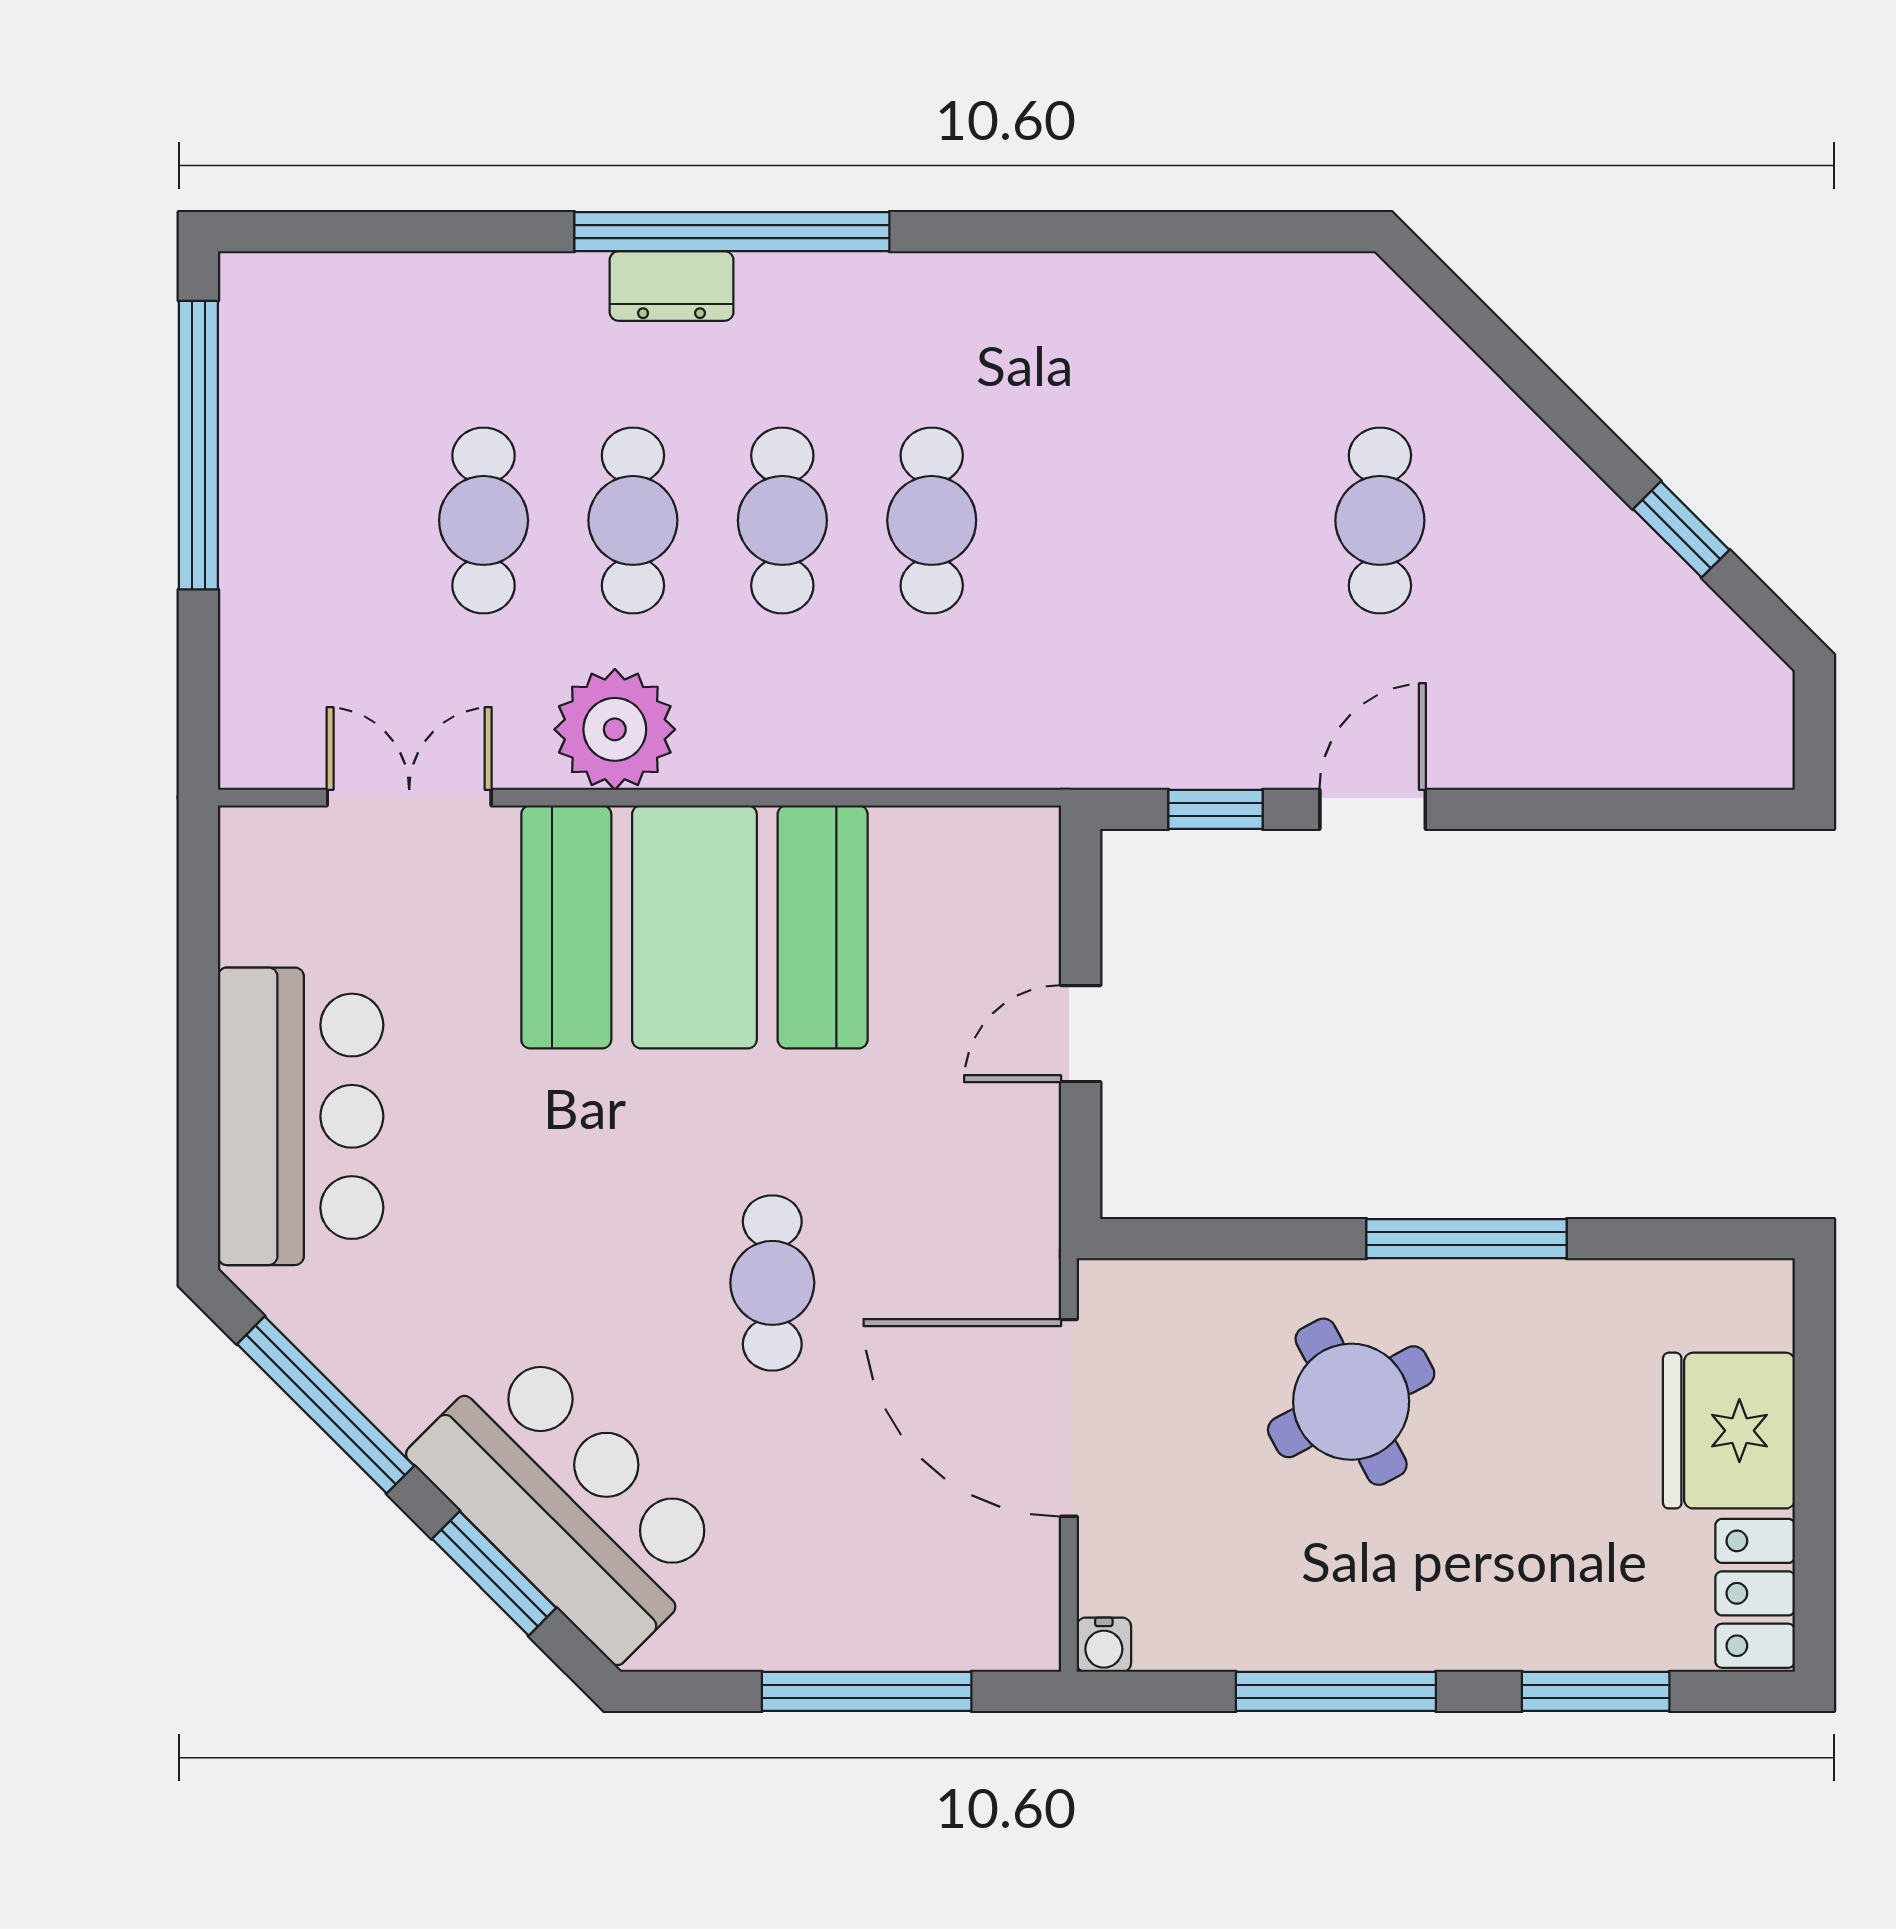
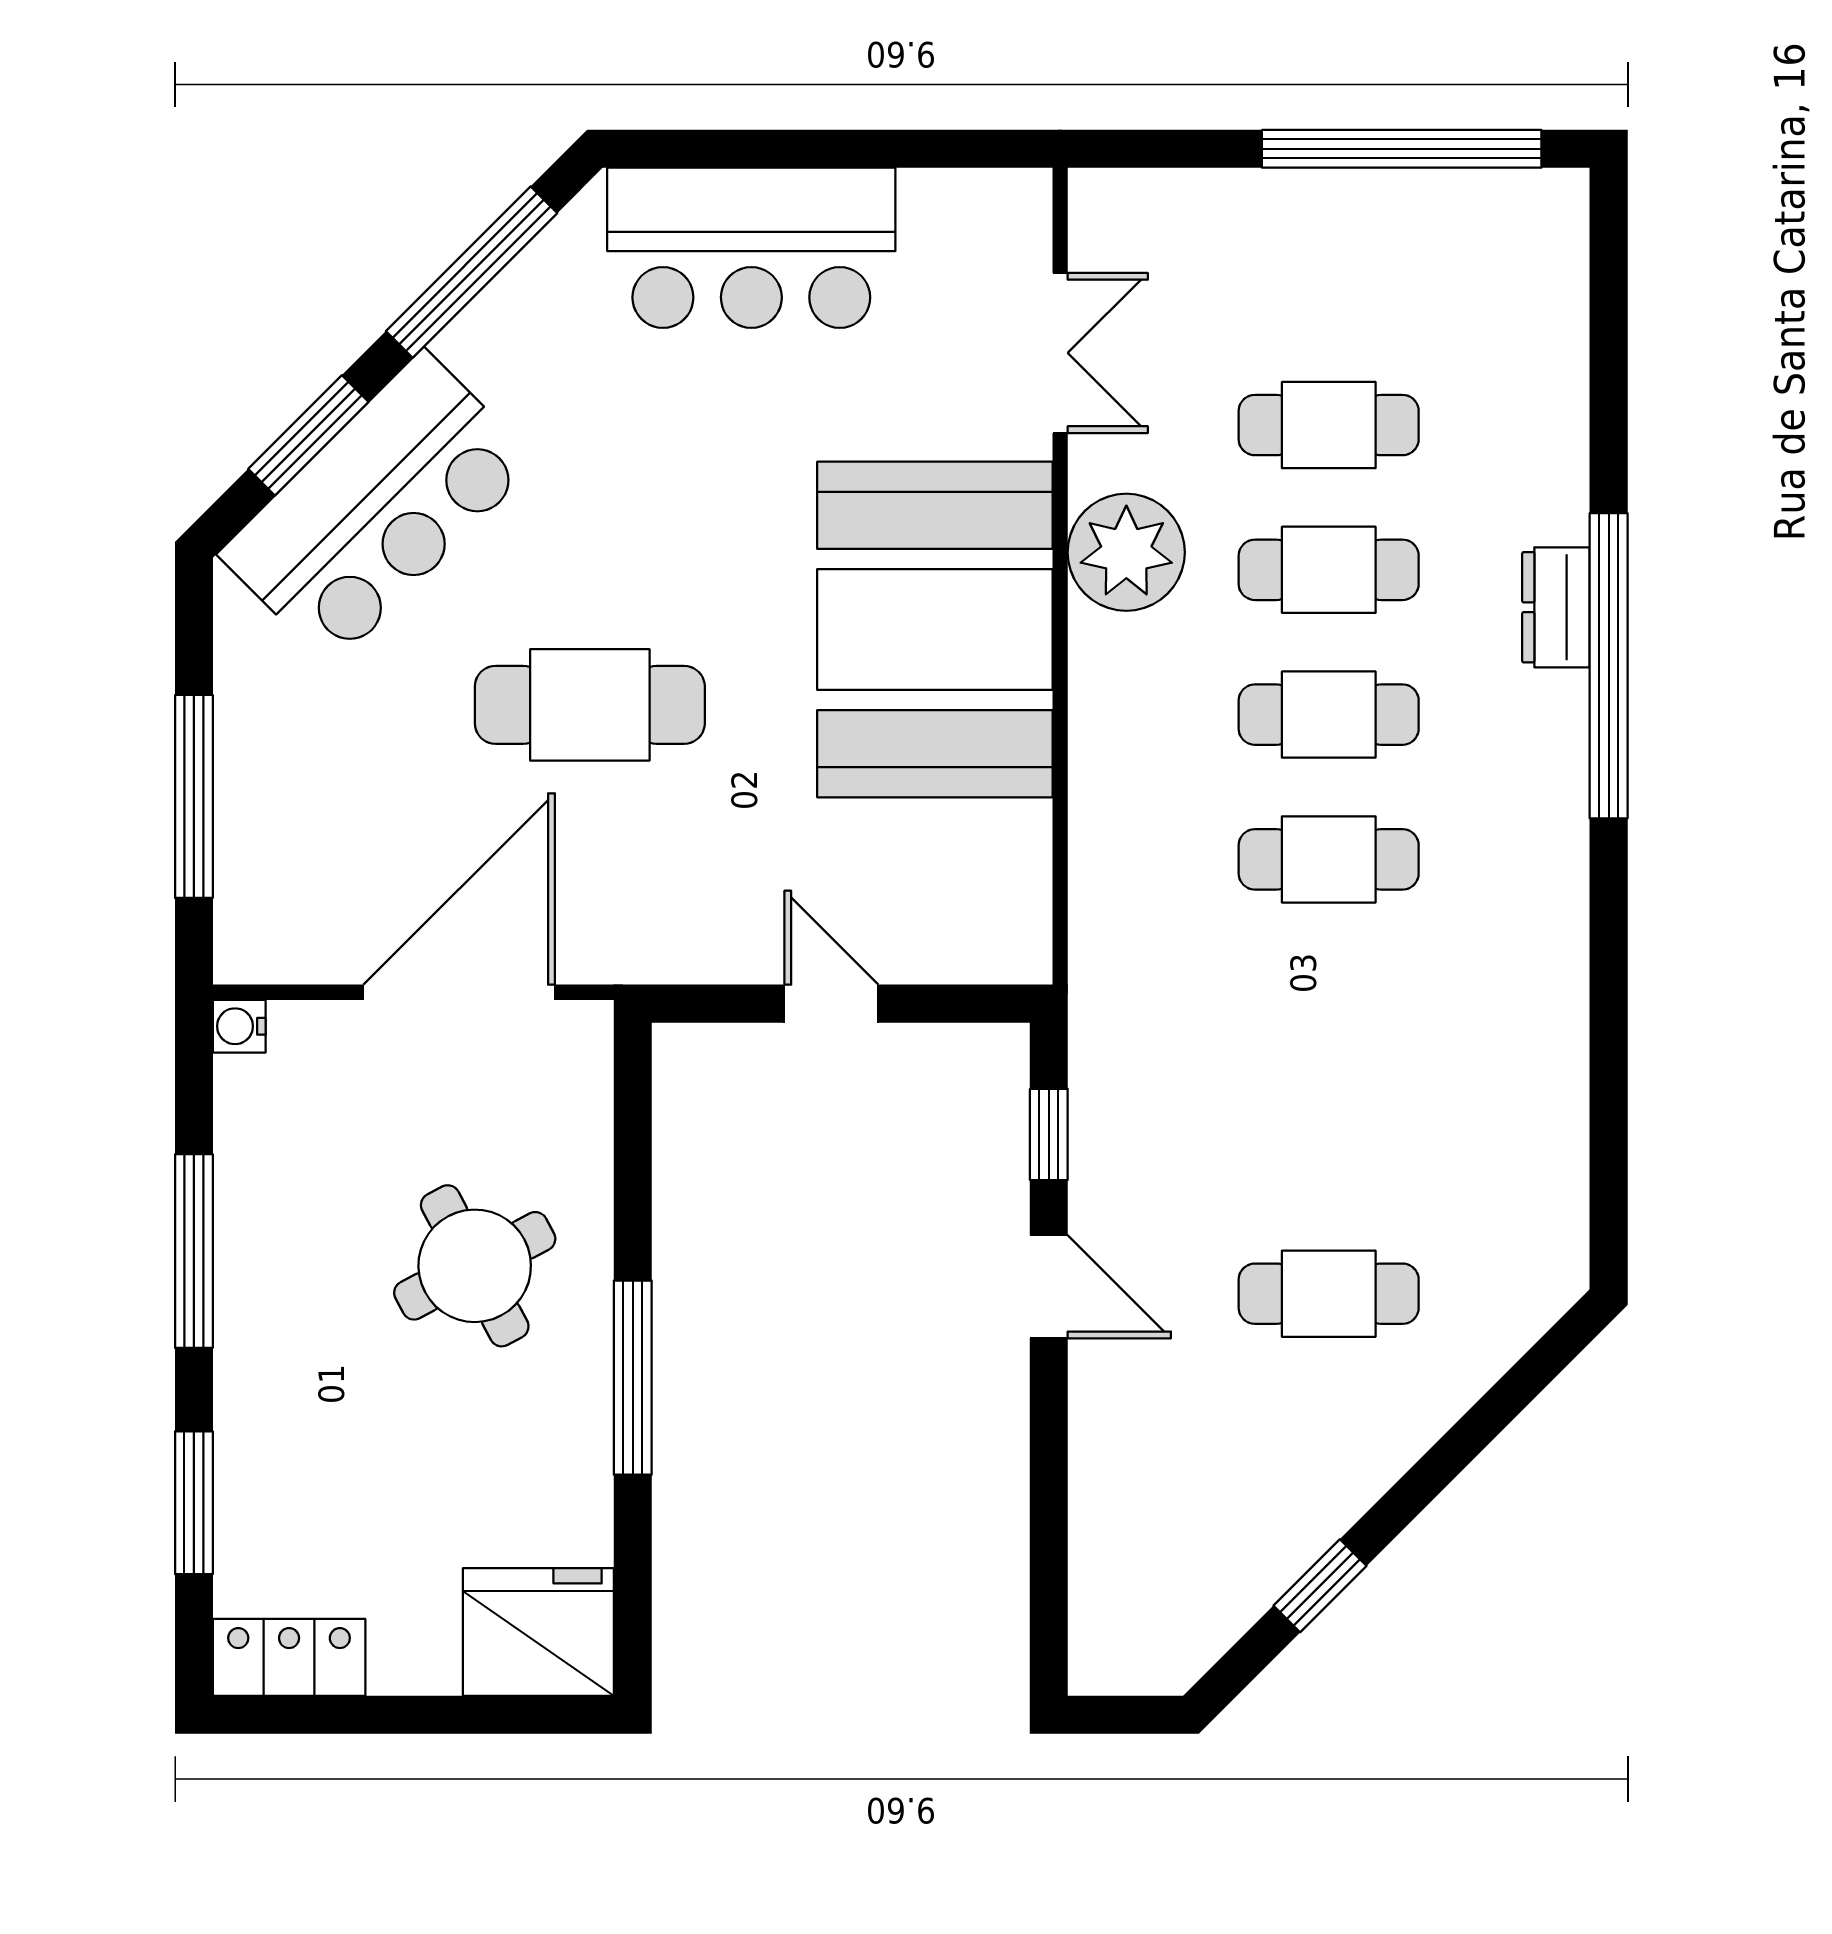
cafe table: (772, 1283) -> (590, 705), width x1.37, depth x1.35
fridge: (1729, 1431) -> (538, 1632), moved

